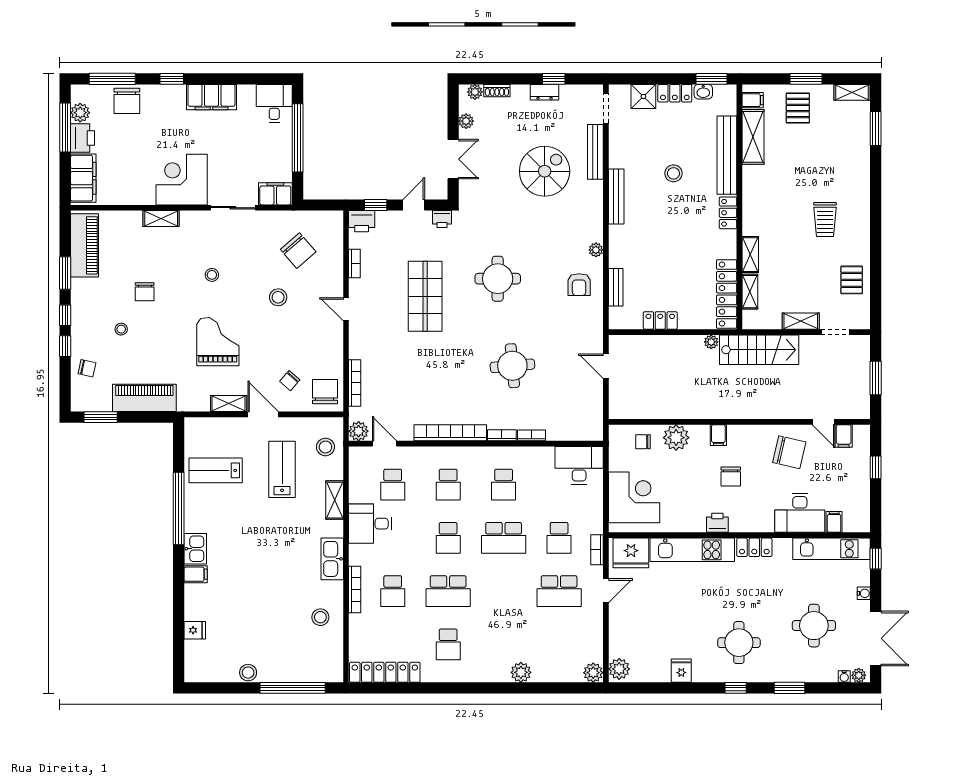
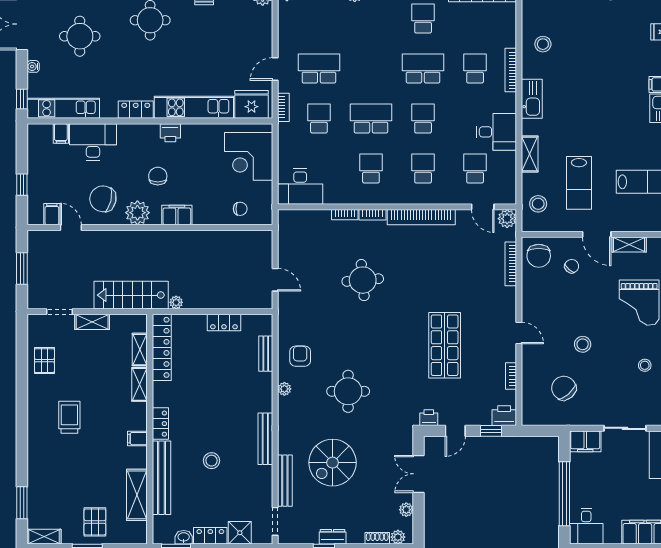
filing cabinet: (753, 100) -> (137, 439), moved
round table: (498, 279) -> (348, 391), moved
filing cabinet: (718, 435) -> (177, 215), width x2.00
plant: (676, 438) -> (137, 213), moved

